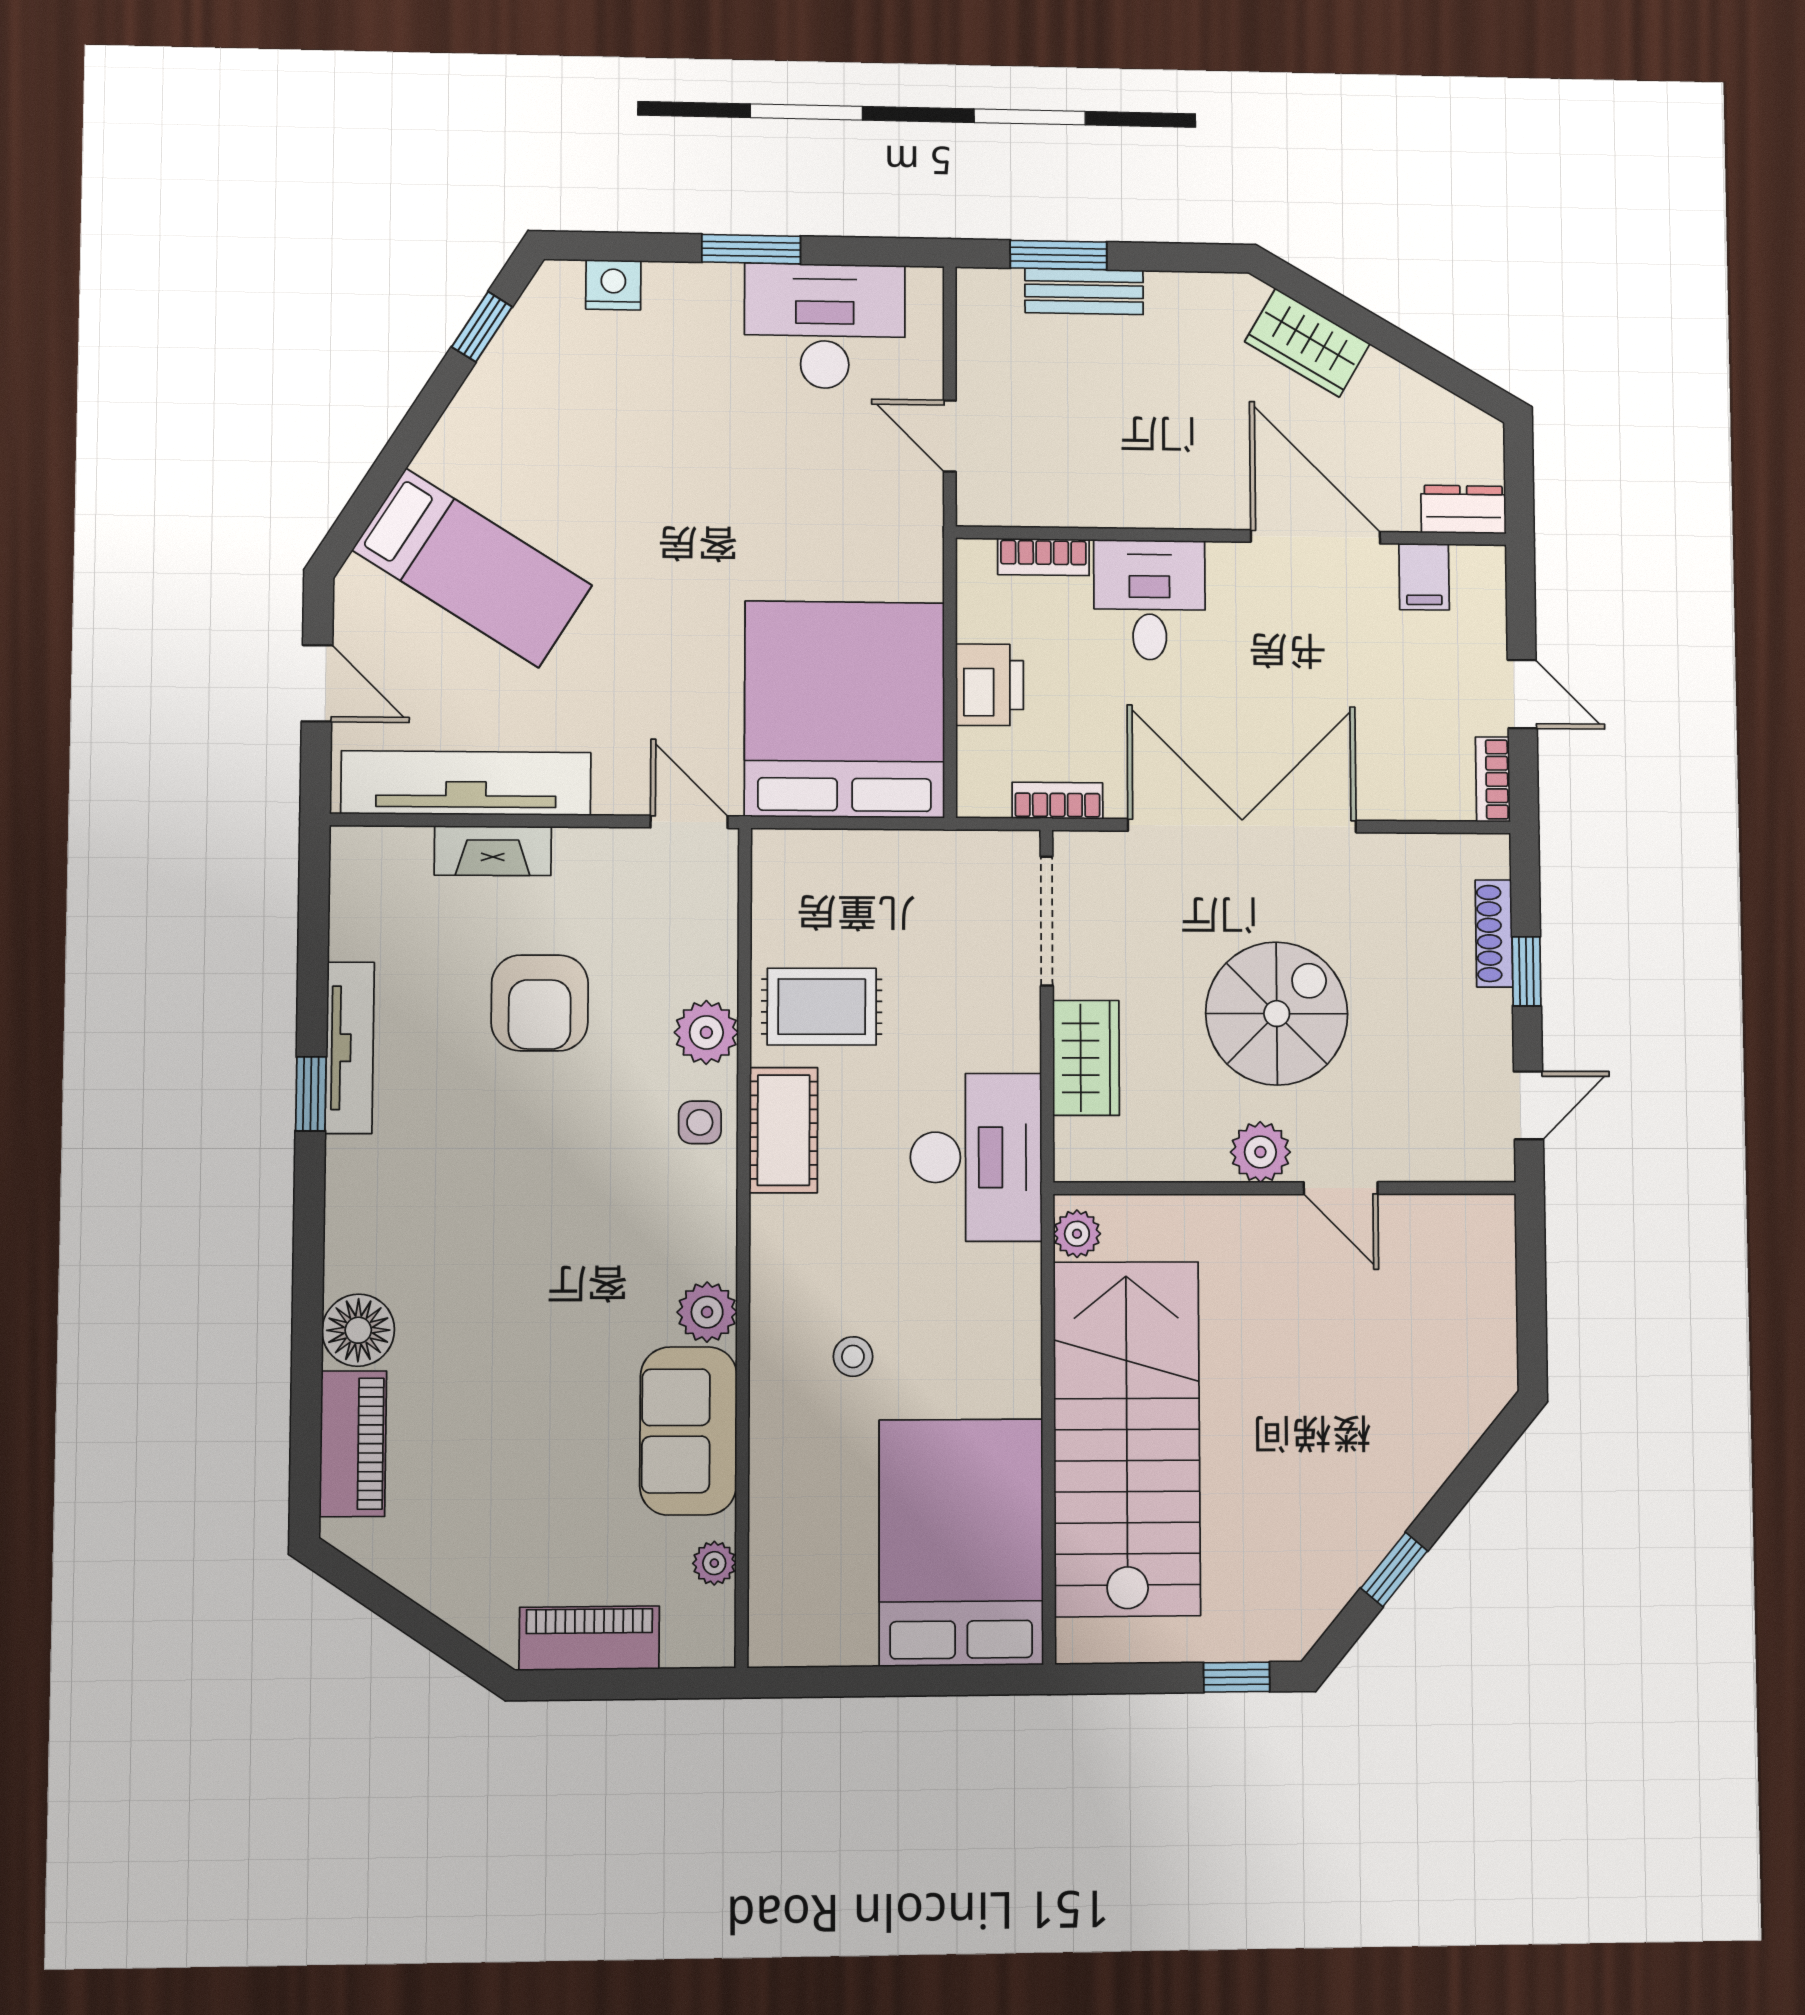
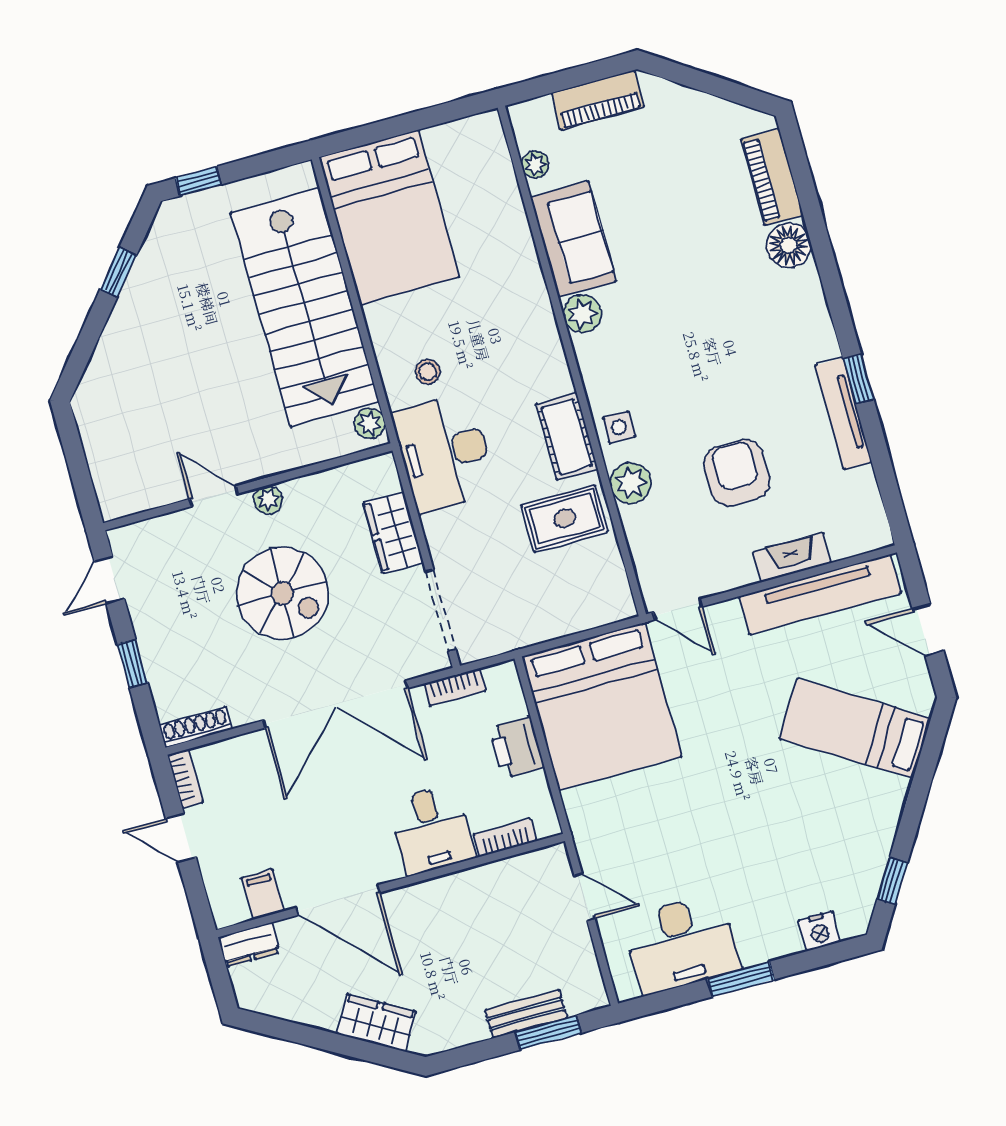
shoe rack: (1494, 934) -> (196, 727), moved, turned -90
spiral stairs: (1277, 1014) -> (282, 593), turned -90
plant: (1260, 1152) -> (268, 500), width x0.73, depth x0.73
stool: (853, 1357) -> (428, 372), moved

